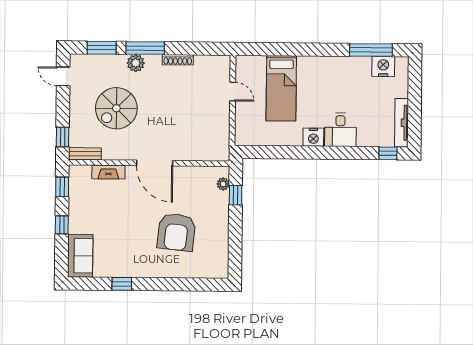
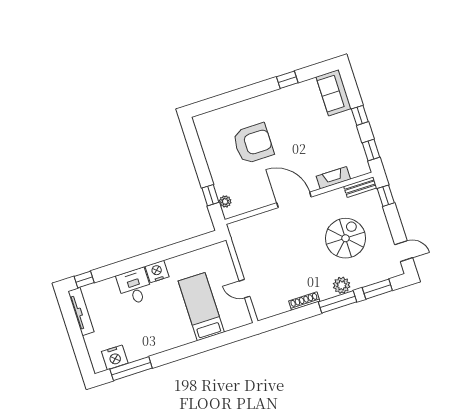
armchair: (176, 232) -> (253, 143), turned 84

